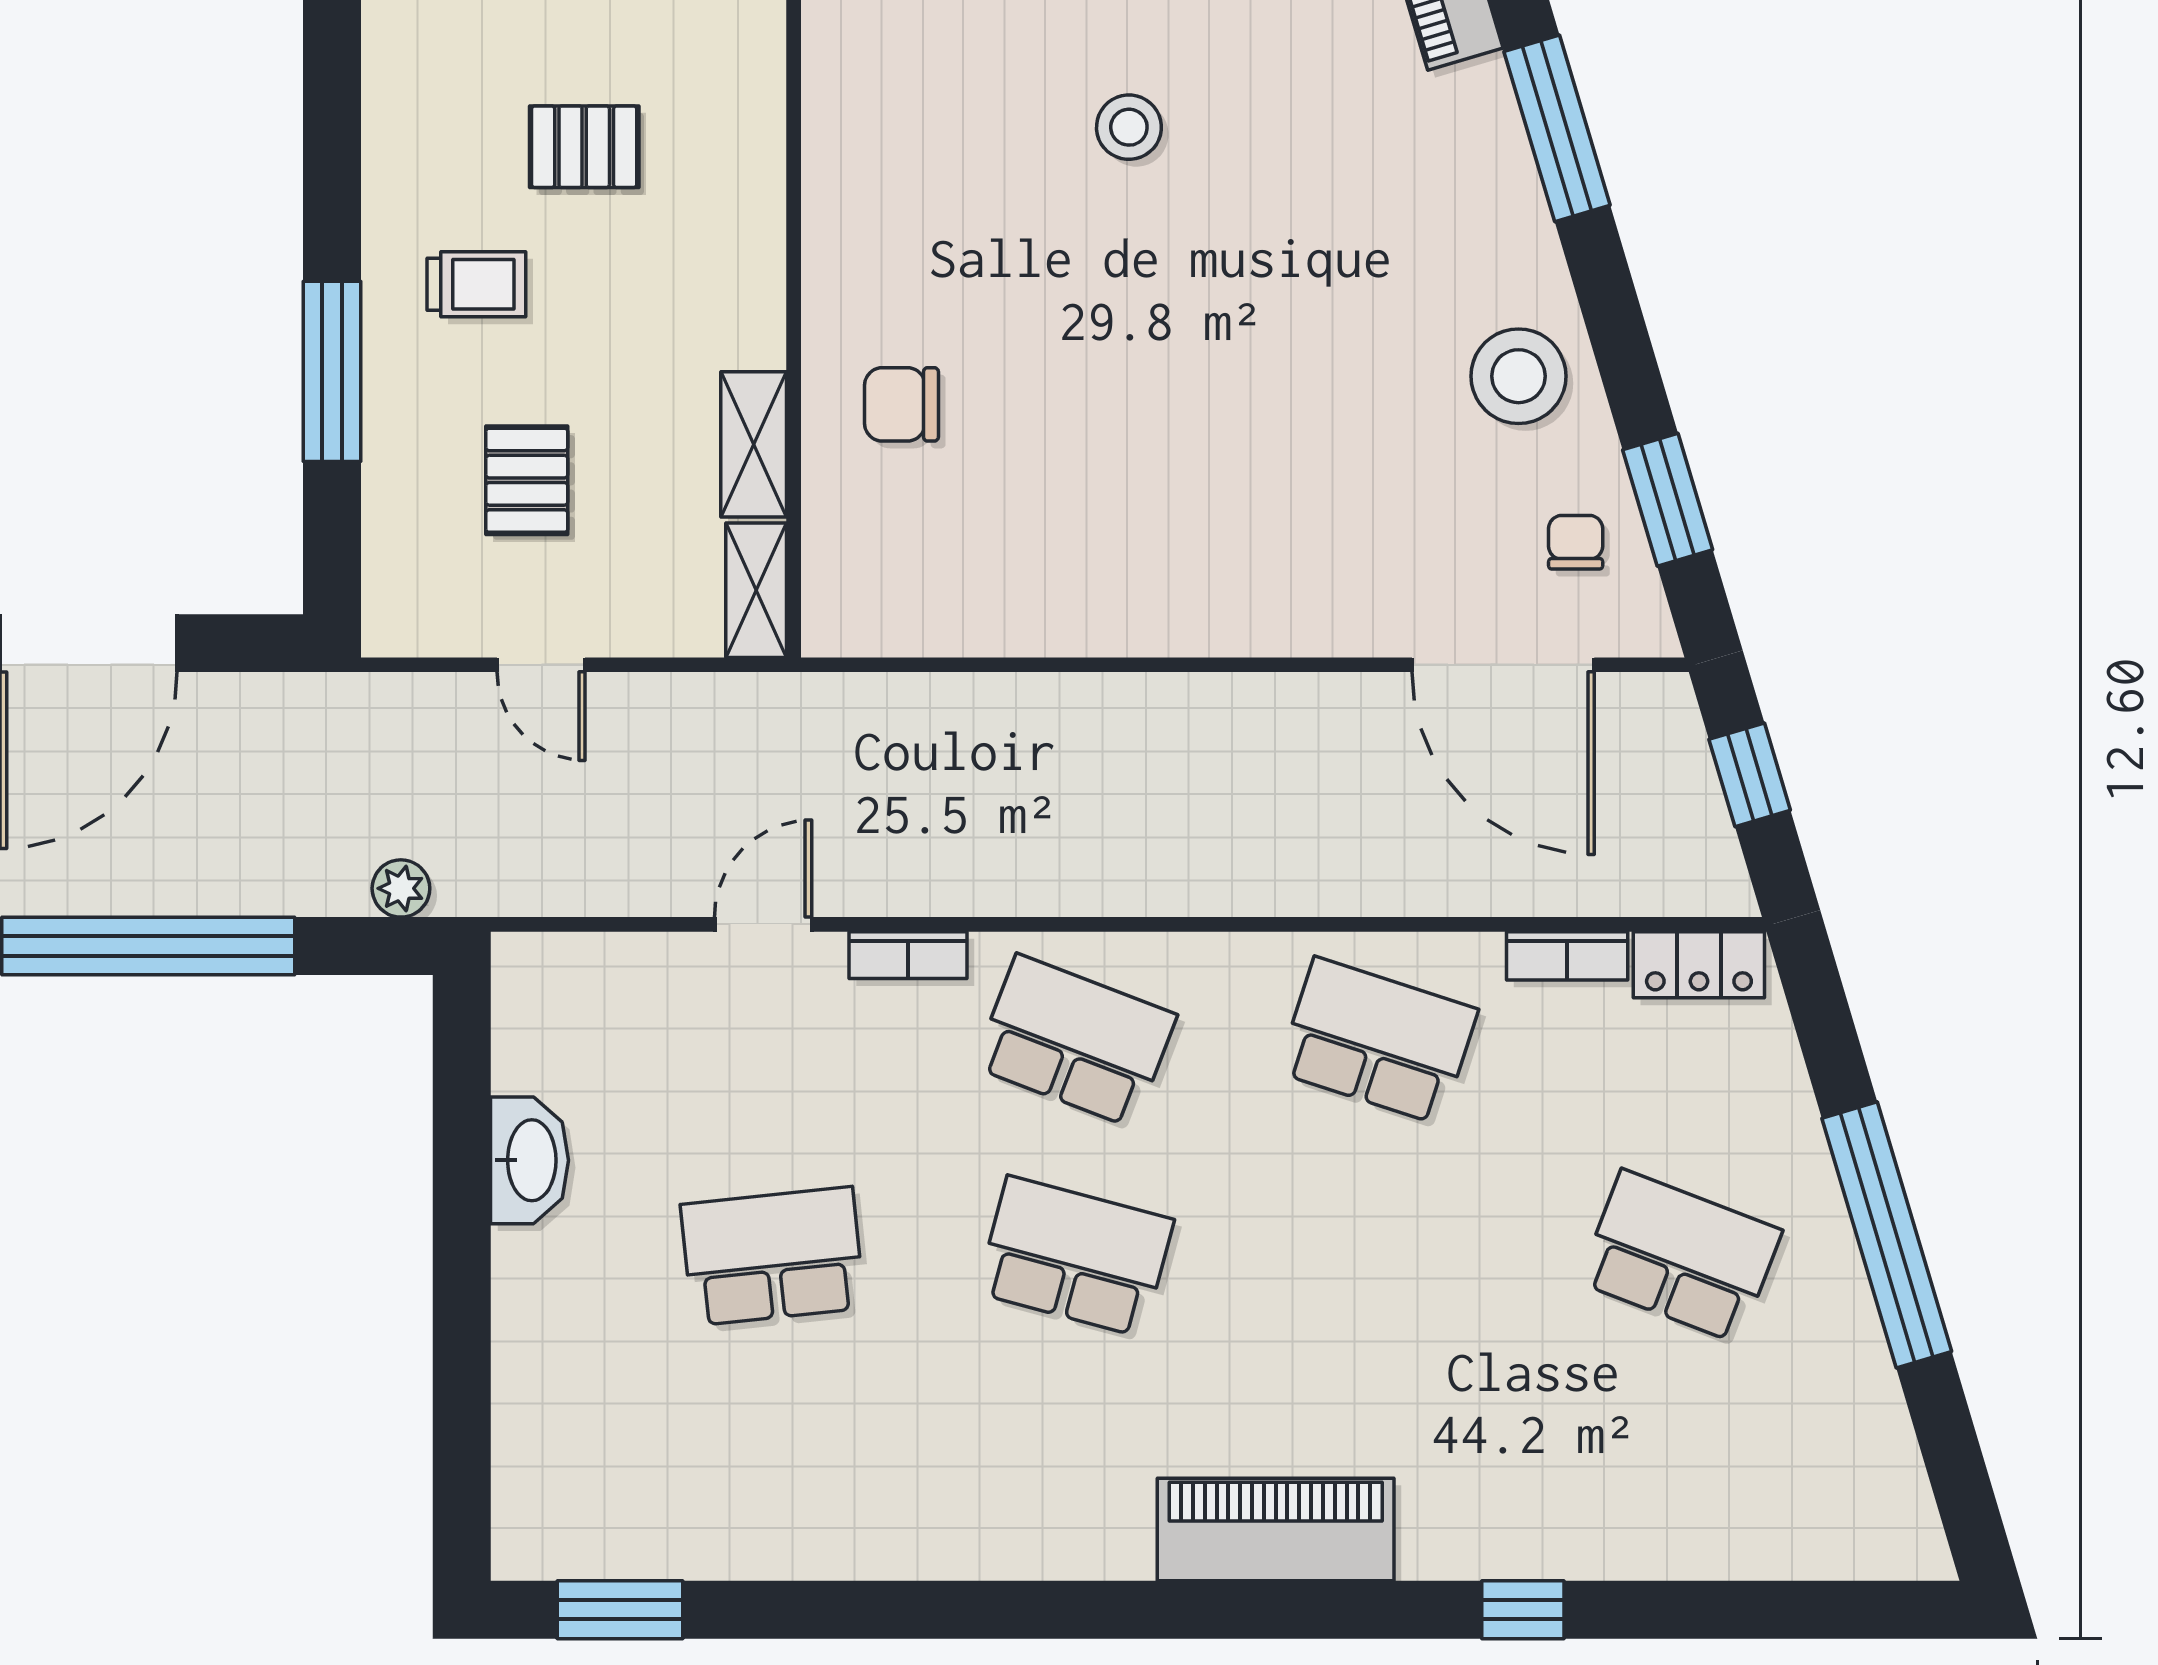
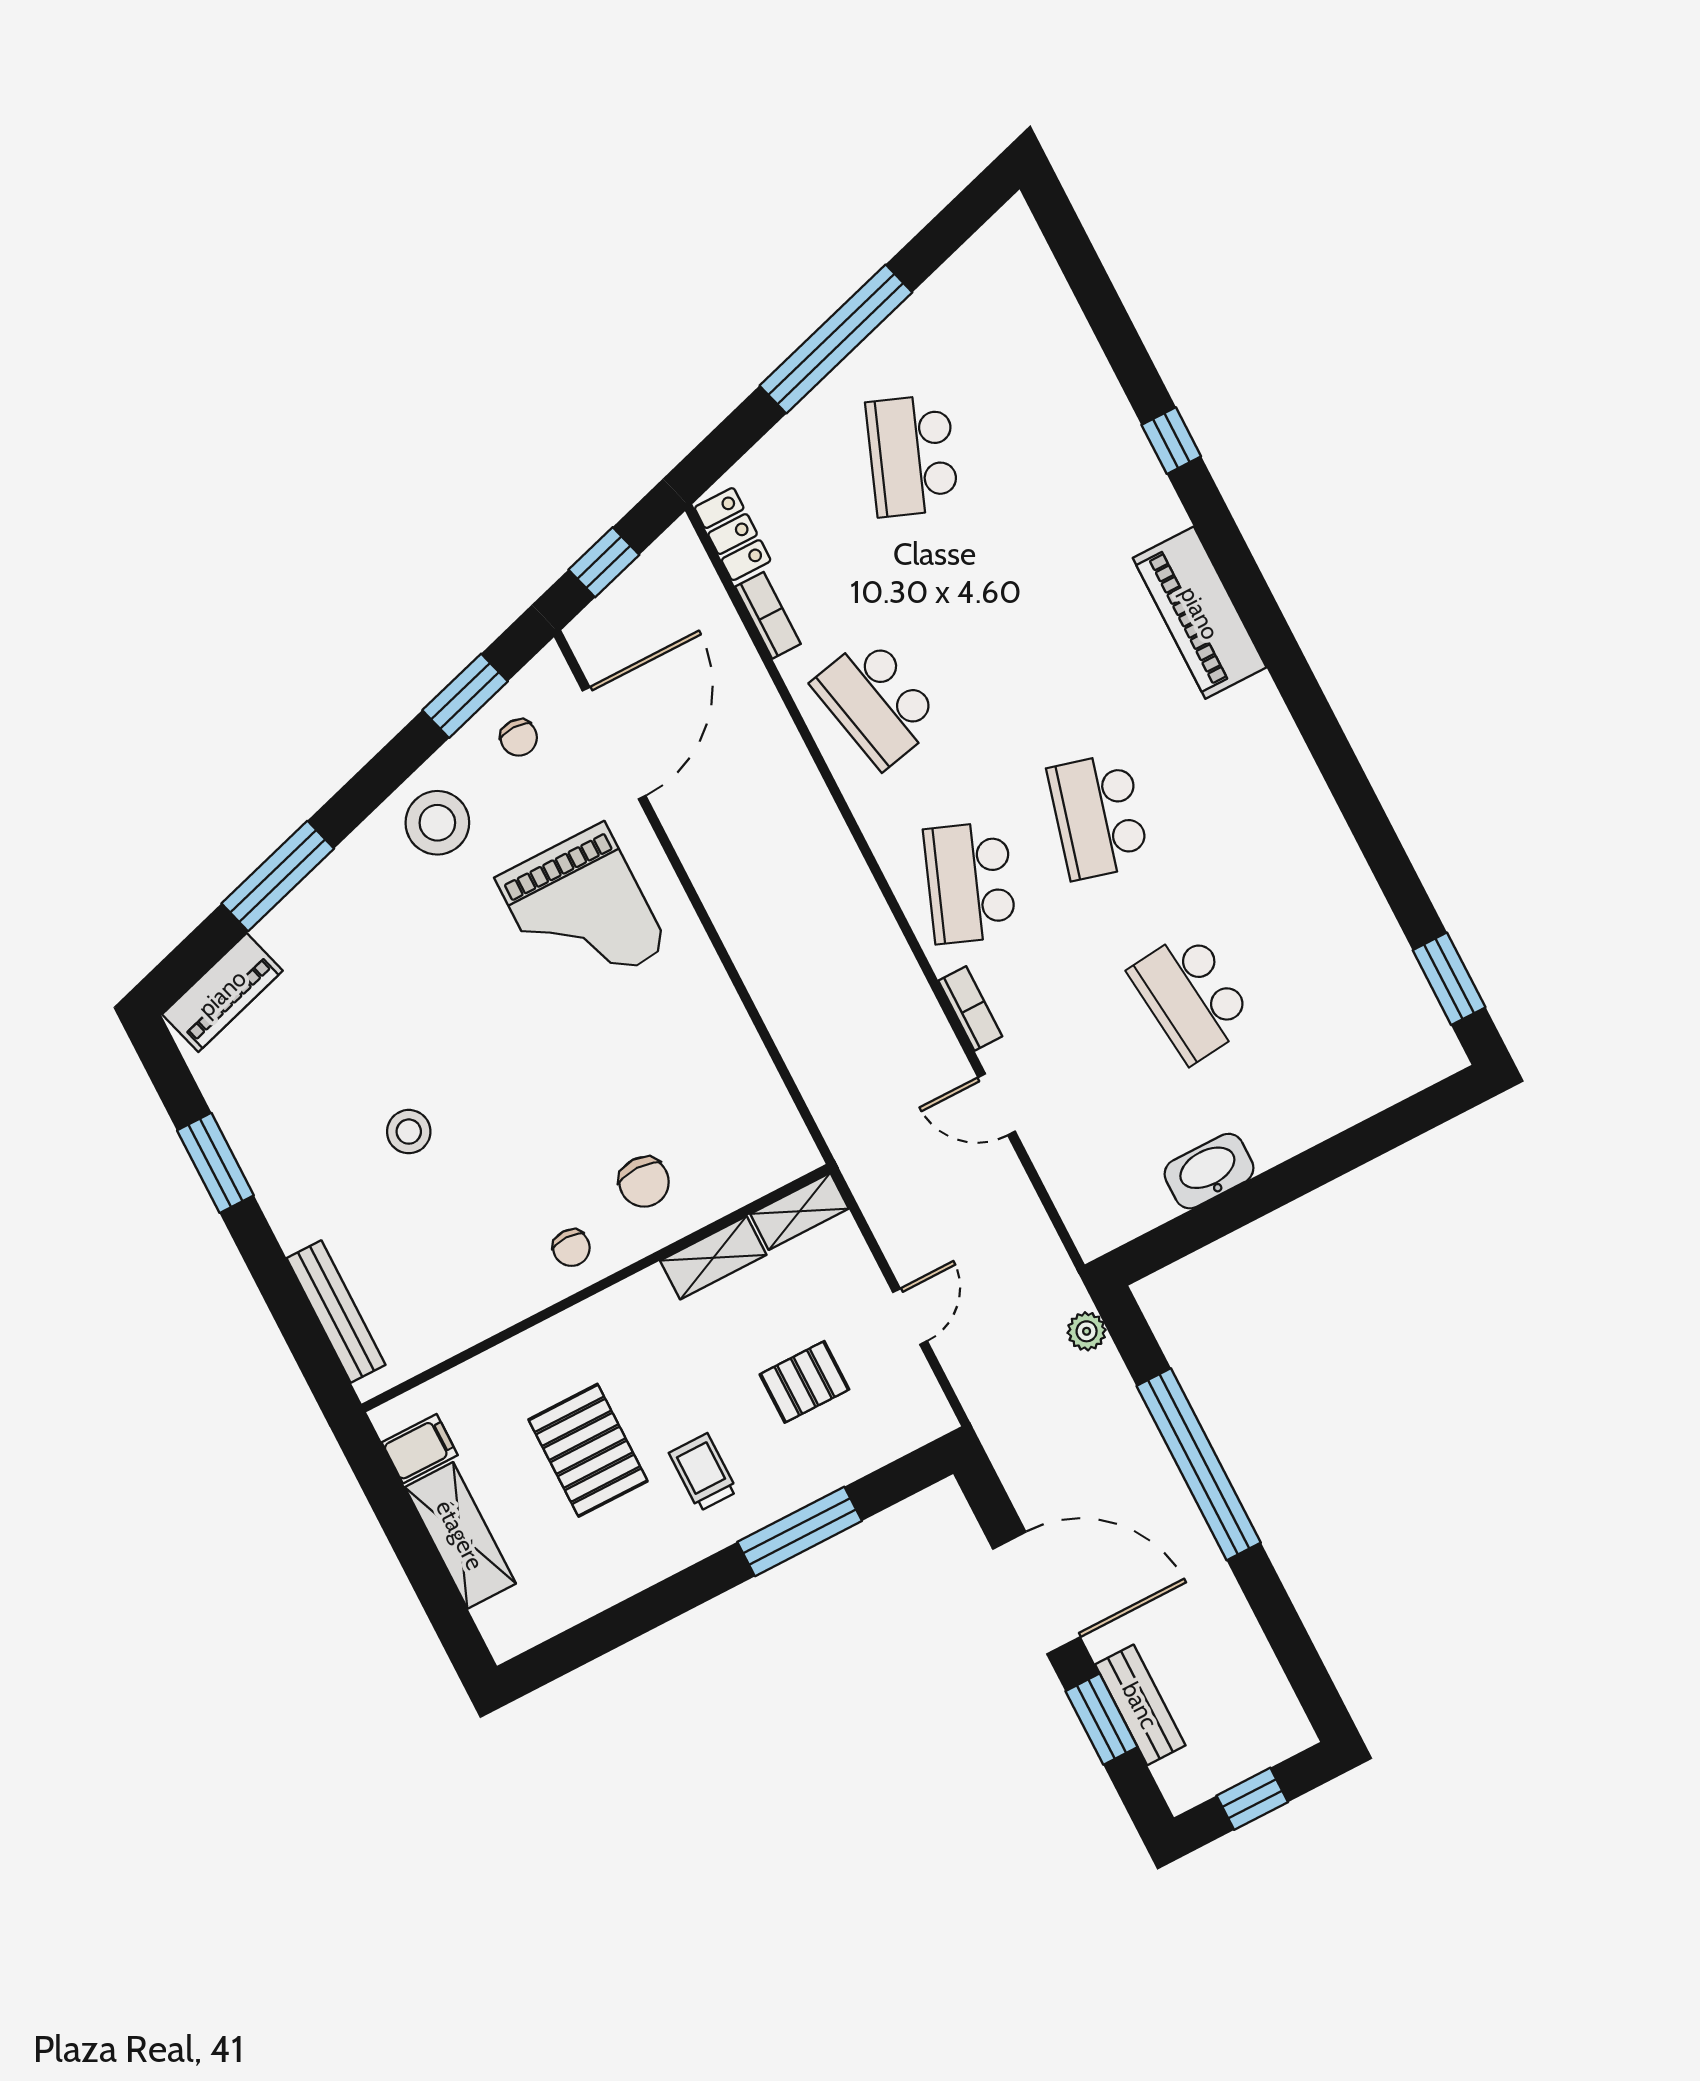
pallet: (584, 147) -> (588, 1450), width x1.50, depth x1.42
chair: (864, 263) -> (571, 1248), added
grand piano: (1300, 506) -> (582, 913), added
chair: (1576, 542) -> (519, 738), turned -90
school desk: (1378, 1041) -> (877, 702), turned -30

